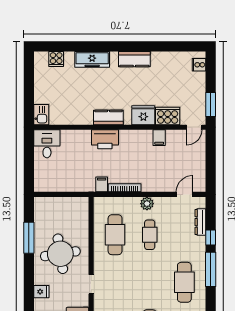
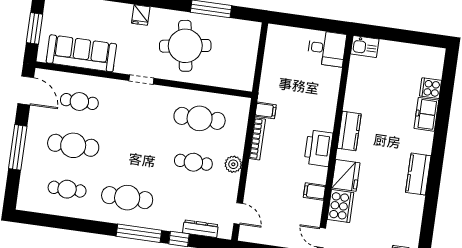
cooker: (56, 59) -> (431, 88), moved
freezer: (92, 59) -> (426, 114), width x0.71
printer: (105, 139) -> (318, 148), moved

